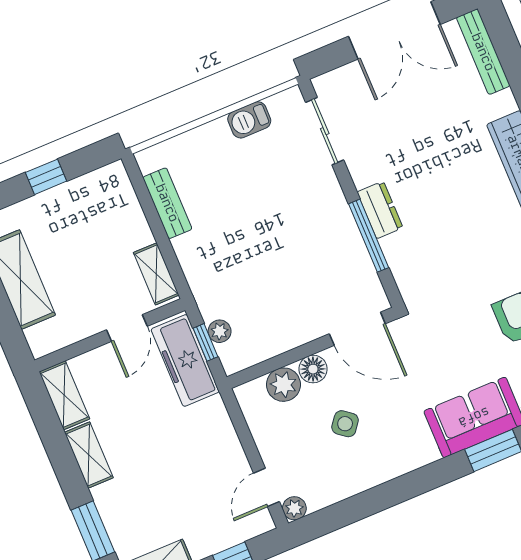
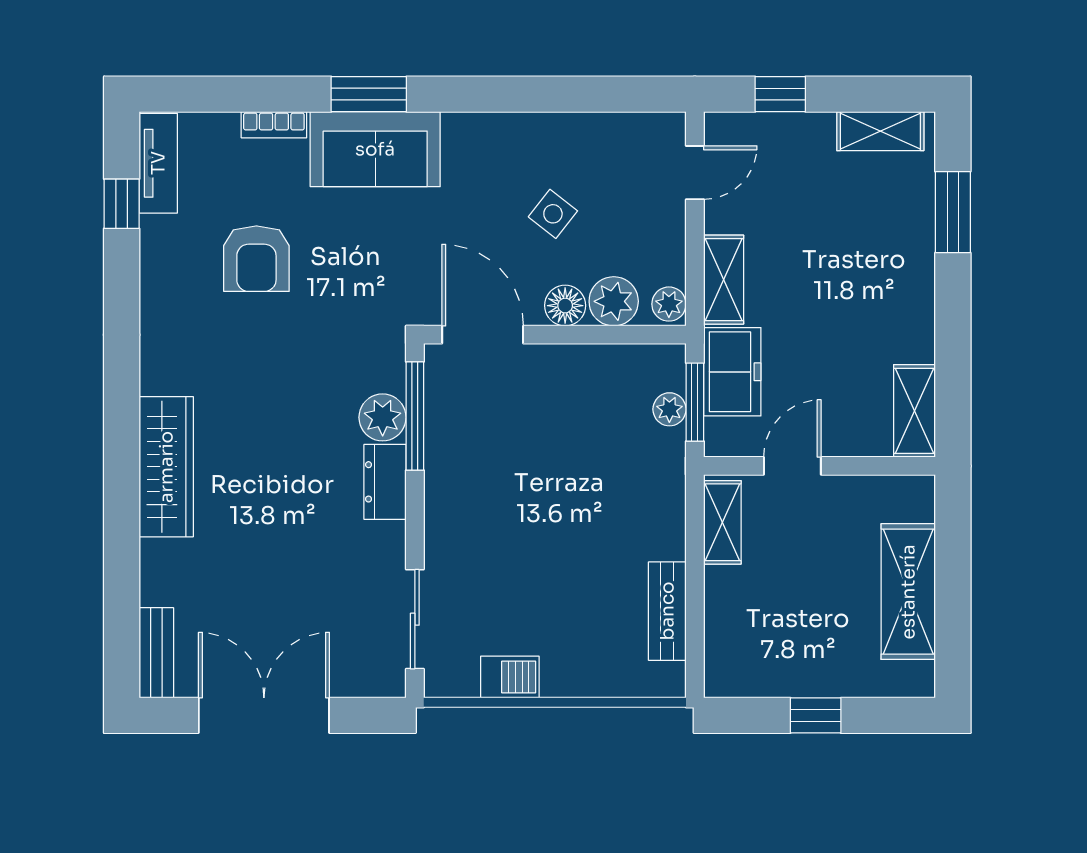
bench: (483, 52) -> (156, 653), width x0.73
window: (369, 236) -> (415, 416), moved
plant: (399, 250) -> (383, 417), added
window: (205, 342) -> (695, 402), width x1.50
freezer: (185, 360) -> (732, 372), width x0.71
shelving: (89, 455) -> (724, 280), moved
plant: (294, 508) -> (669, 304), moved

